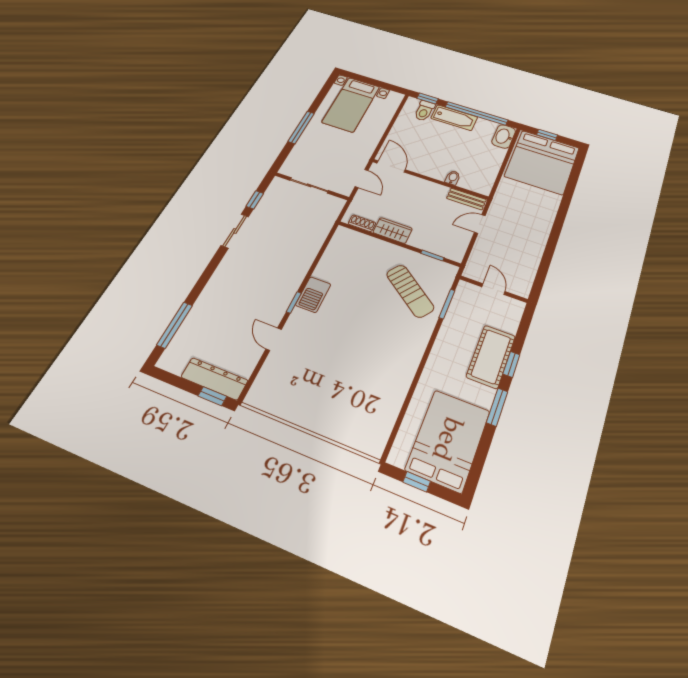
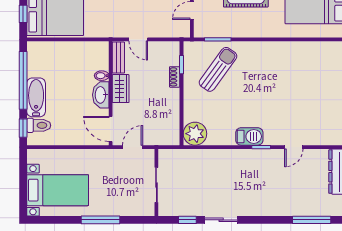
washbasin: (504, 136) -> (101, 95), moved, turned 90
door: (391, 166) -> (111, 129), hinge flipped
shoe rack: (362, 223) -> (175, 77), moved
wardrobe: (393, 230) -> (121, 89), moved, turned 180
plant: (346, 240) -> (195, 134), added

